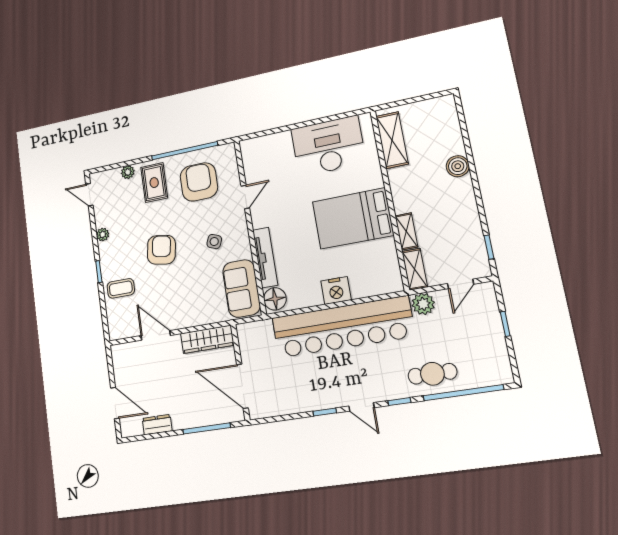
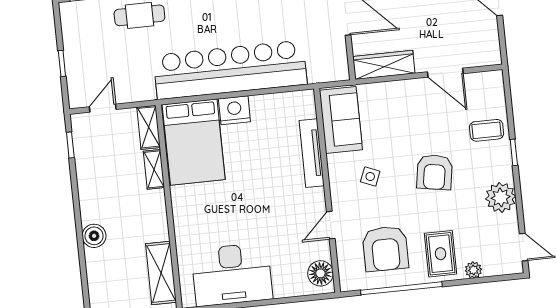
bed: (353, 218) -> (194, 142), moved, turned 90
plant: (103, 234) -> (501, 197), width x1.88, depth x1.88
floor lamp: (275, 299) -> (320, 273), moved
plant: (423, 304) -> (143, 89), removed

